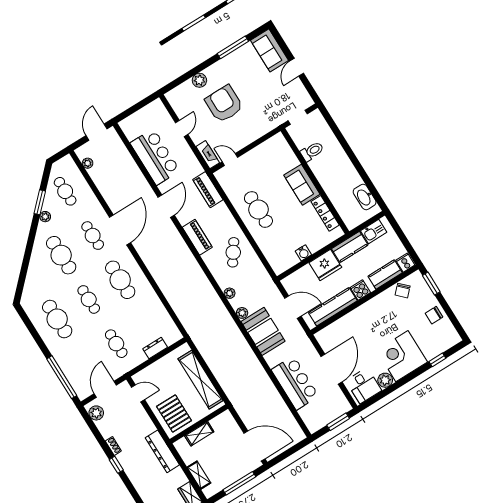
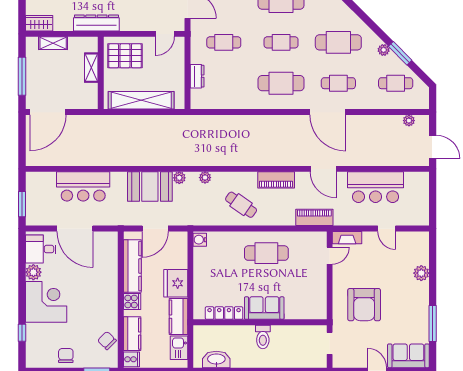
armchair: (224, 104) -> (364, 305), moved, turned 90
toilet: (312, 151) -> (263, 337), moved
water cooler: (303, 253) -> (200, 240), moved

